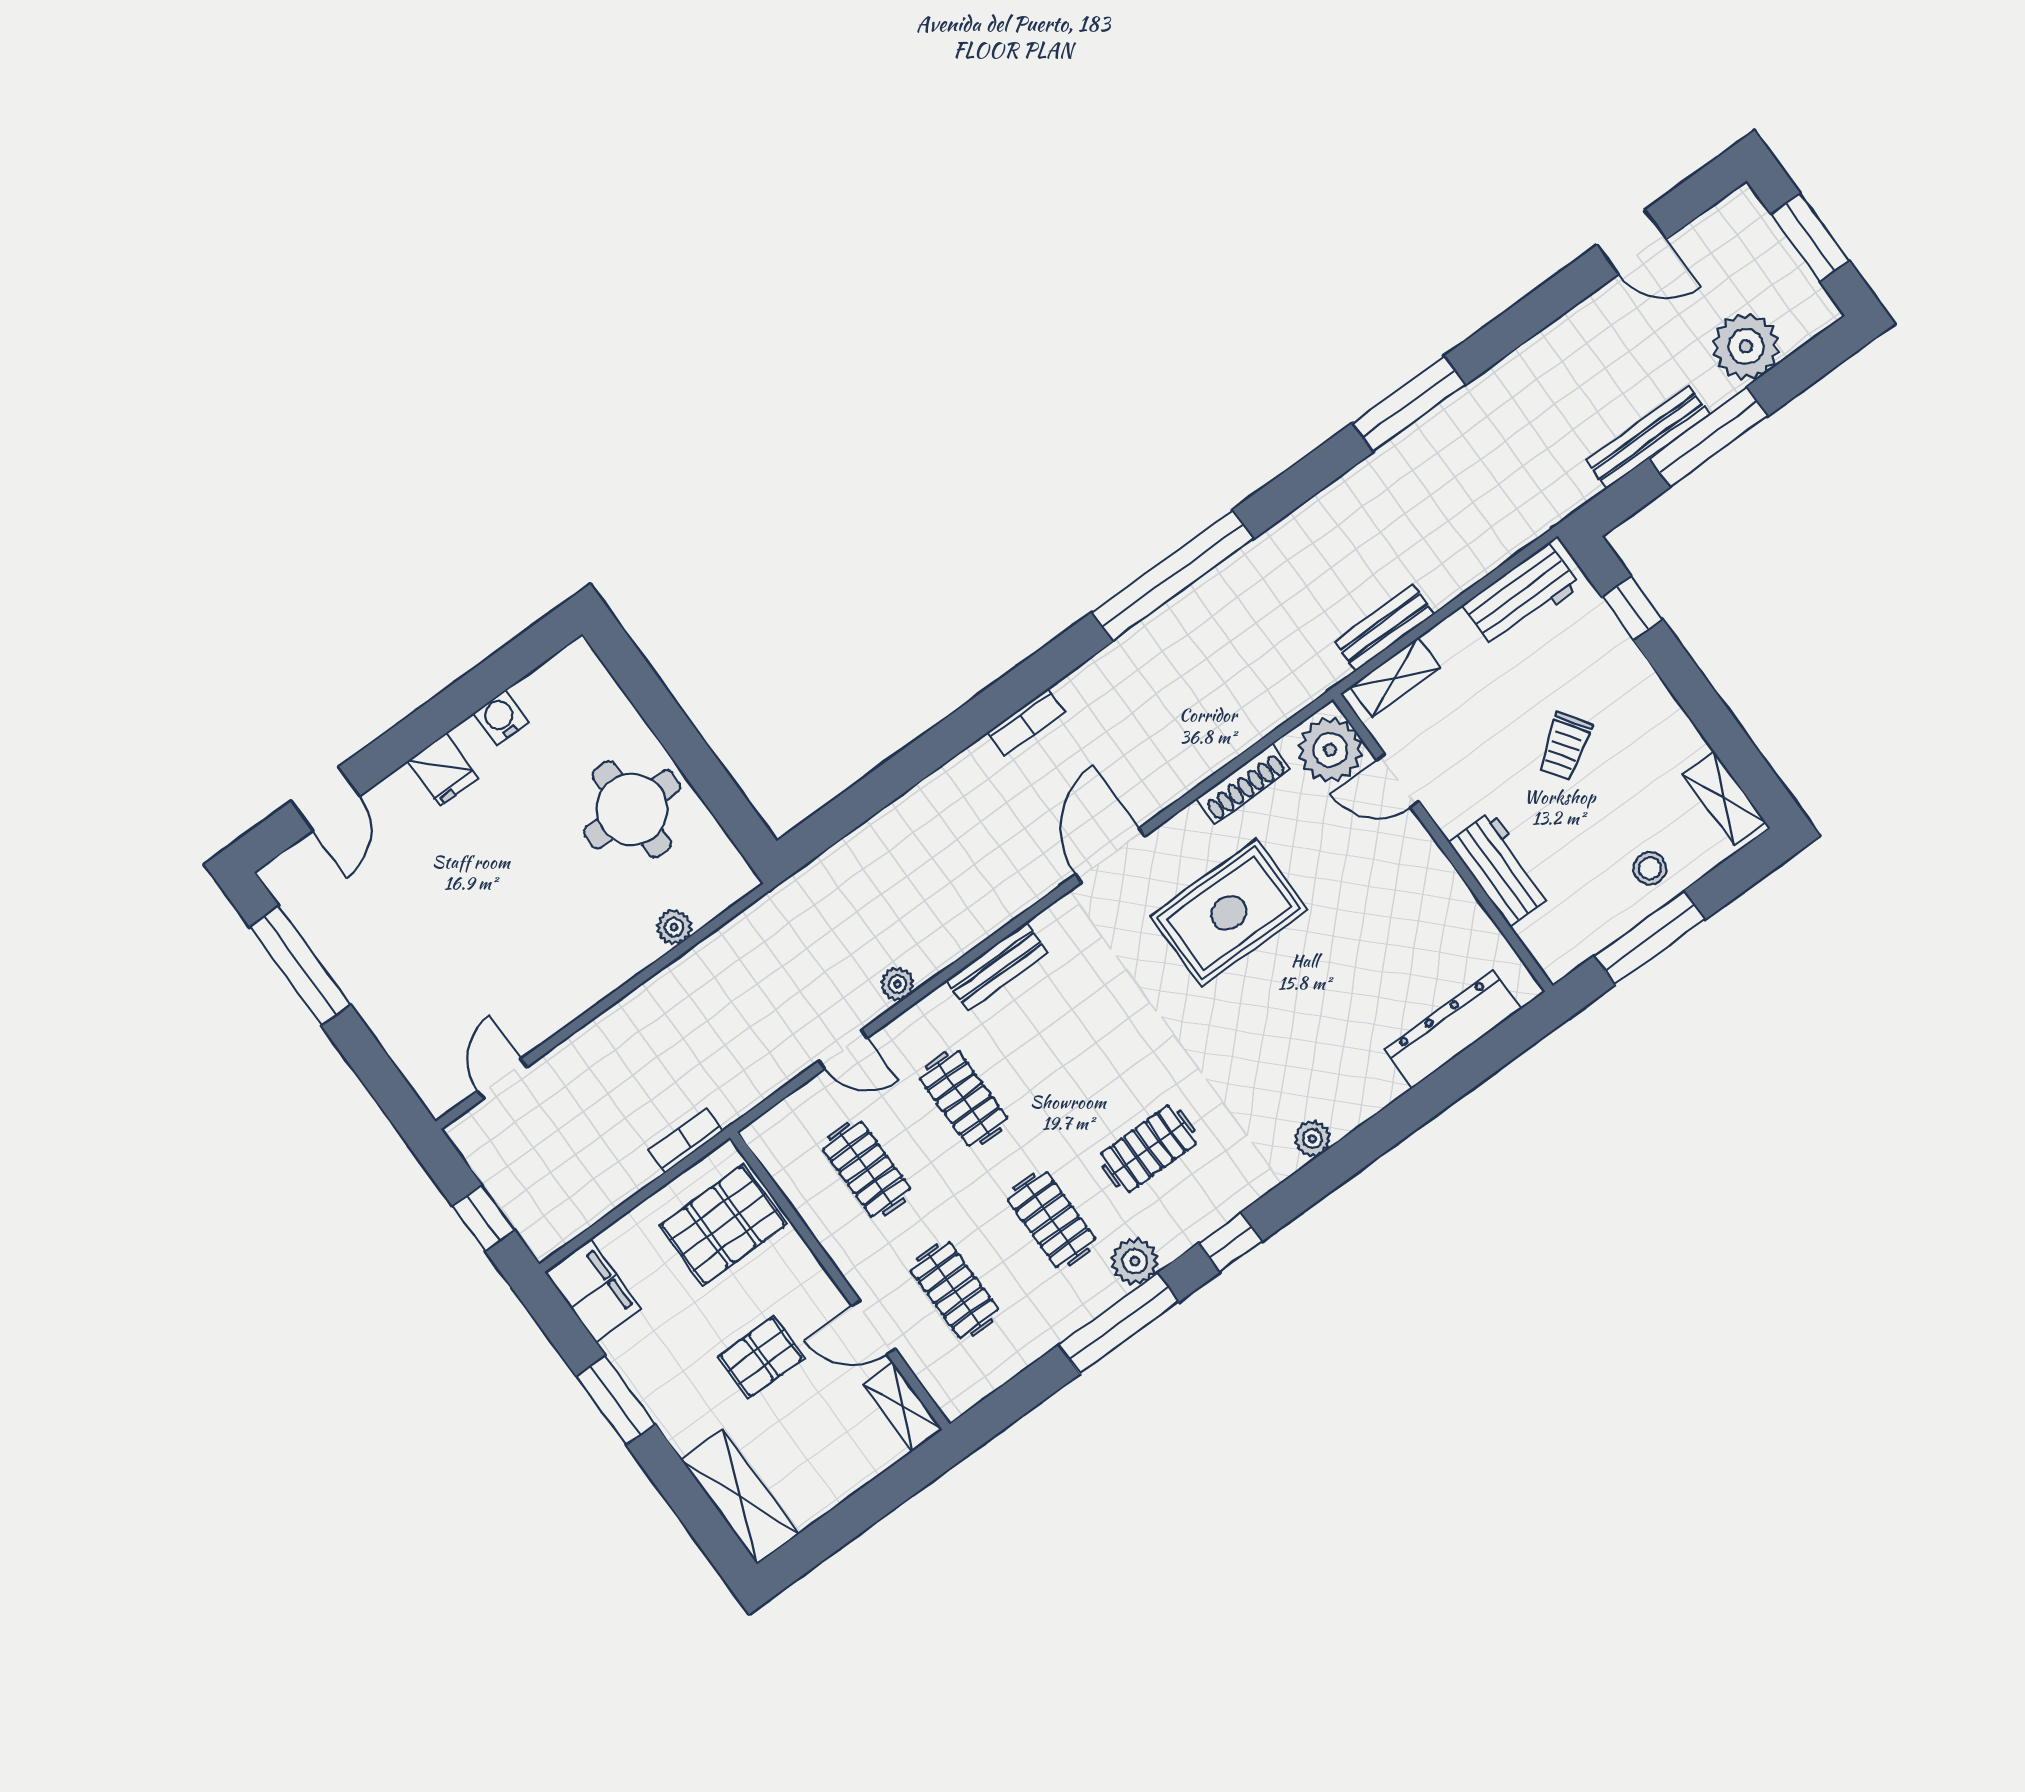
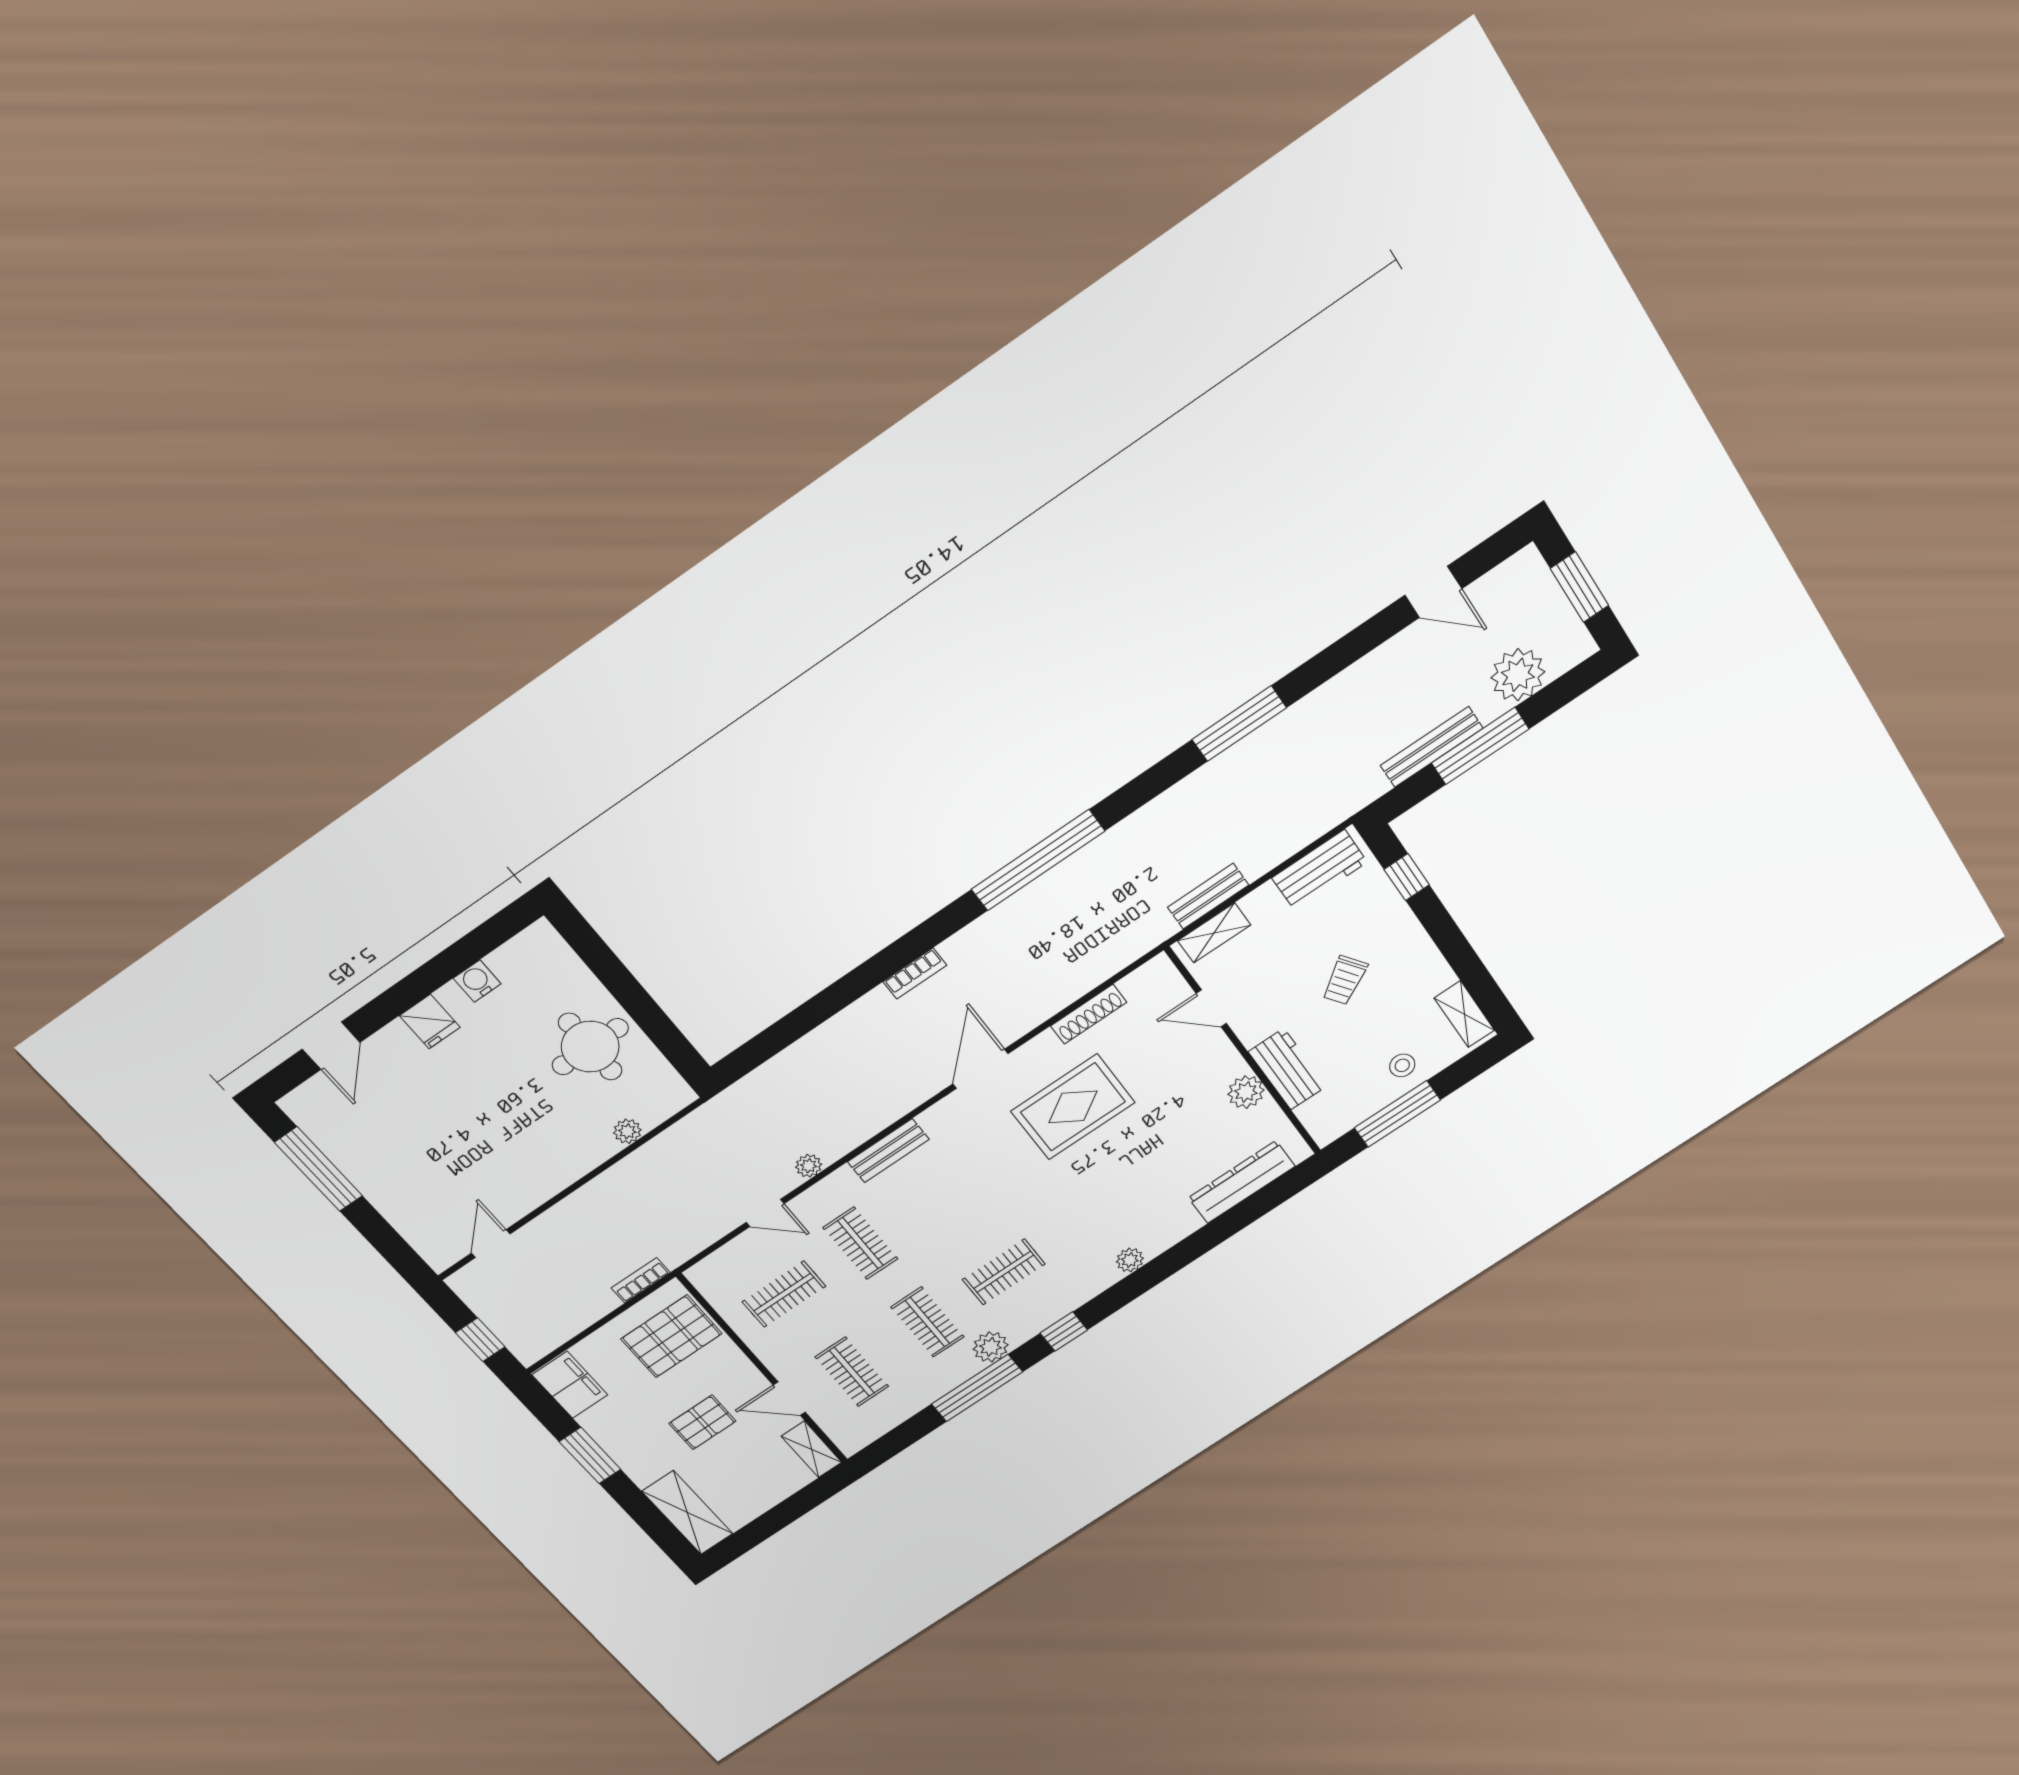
plant: (1330, 750) -> (1246, 1092), moved, width x0.73, depth x0.73
clothes rail: (866, 1169) -> (784, 1294), turned 90

